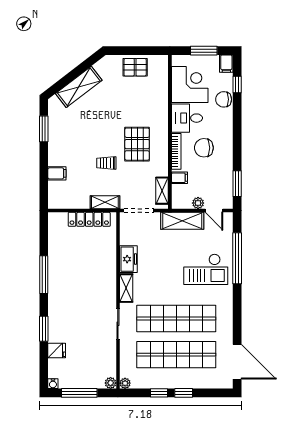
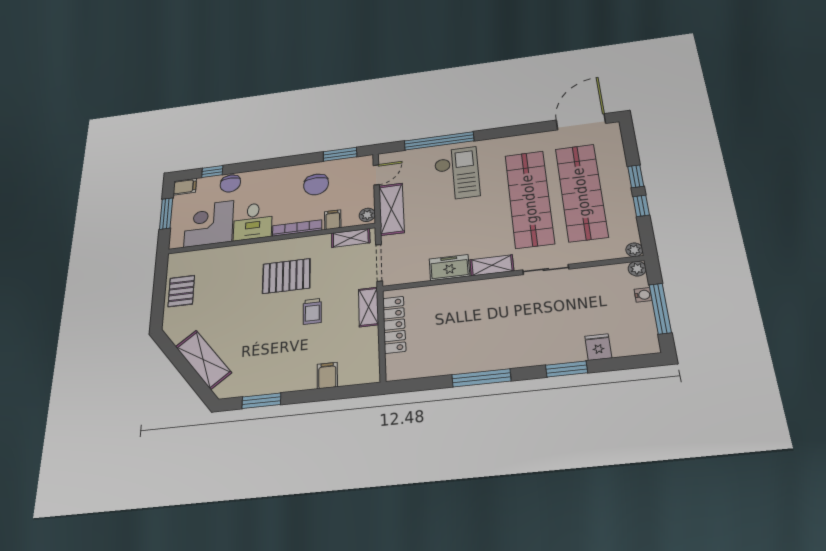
chair: (204, 148) -> (316, 184), moved
plant: (198, 203) -> (367, 215), moved
water cooler: (53, 384) -> (643, 295), moved

